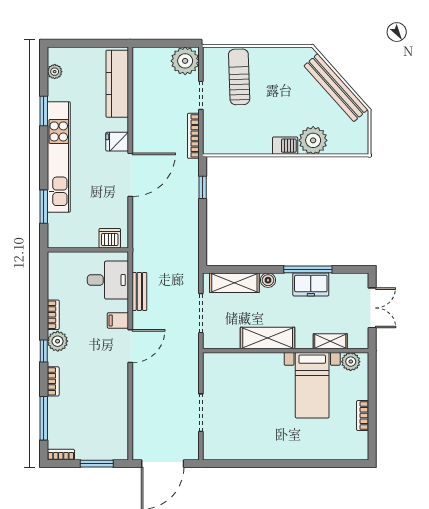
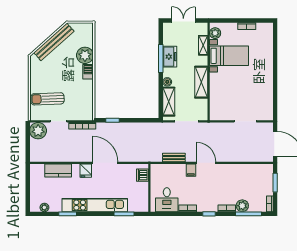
kitchen counter: (117, 84) -> (58, 171), width x0.67
desk: (108, 280) -> (167, 200), moved, turned 180
plant: (58, 341) -> (242, 206), moved

